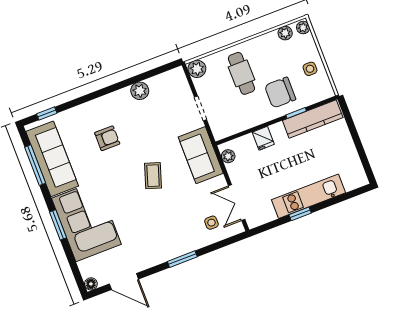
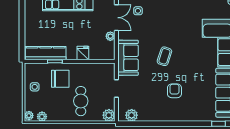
plant: (140, 91) -> (132, 115), moved
armchair: (107, 138) -> (174, 91), moved, turned 90
plant: (228, 156) -> (110, 36), moved

